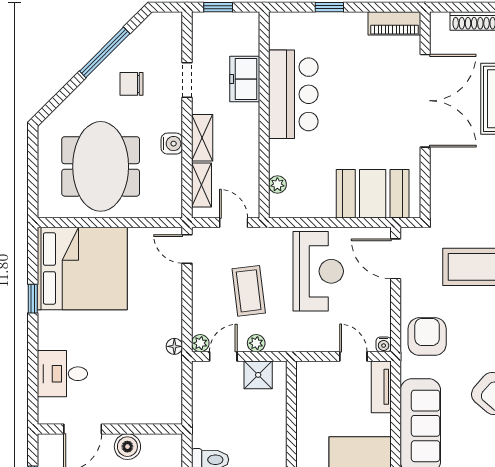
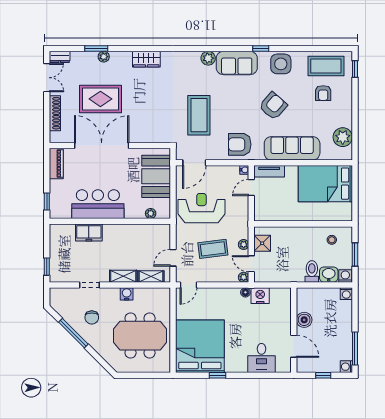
freezer: (245, 79) -> (89, 233), moved
bar counter: (293, 94) -> (98, 204), moved
wall: (264, 115) -> (110, 221), moved
plant: (277, 184) -> (151, 213), moved
nightstand: (169, 372) -> (260, 296), added

